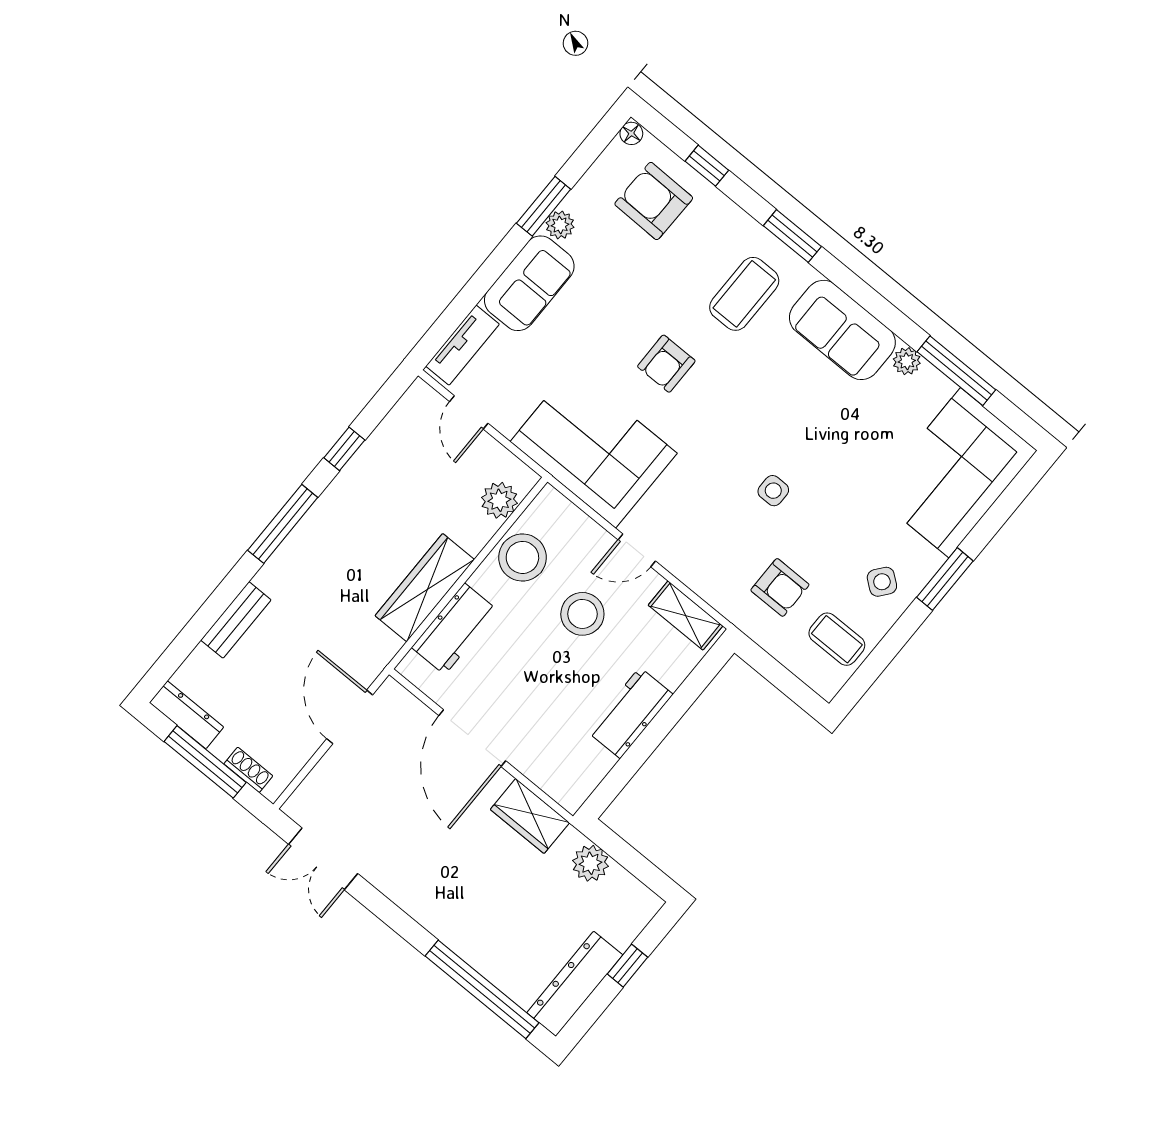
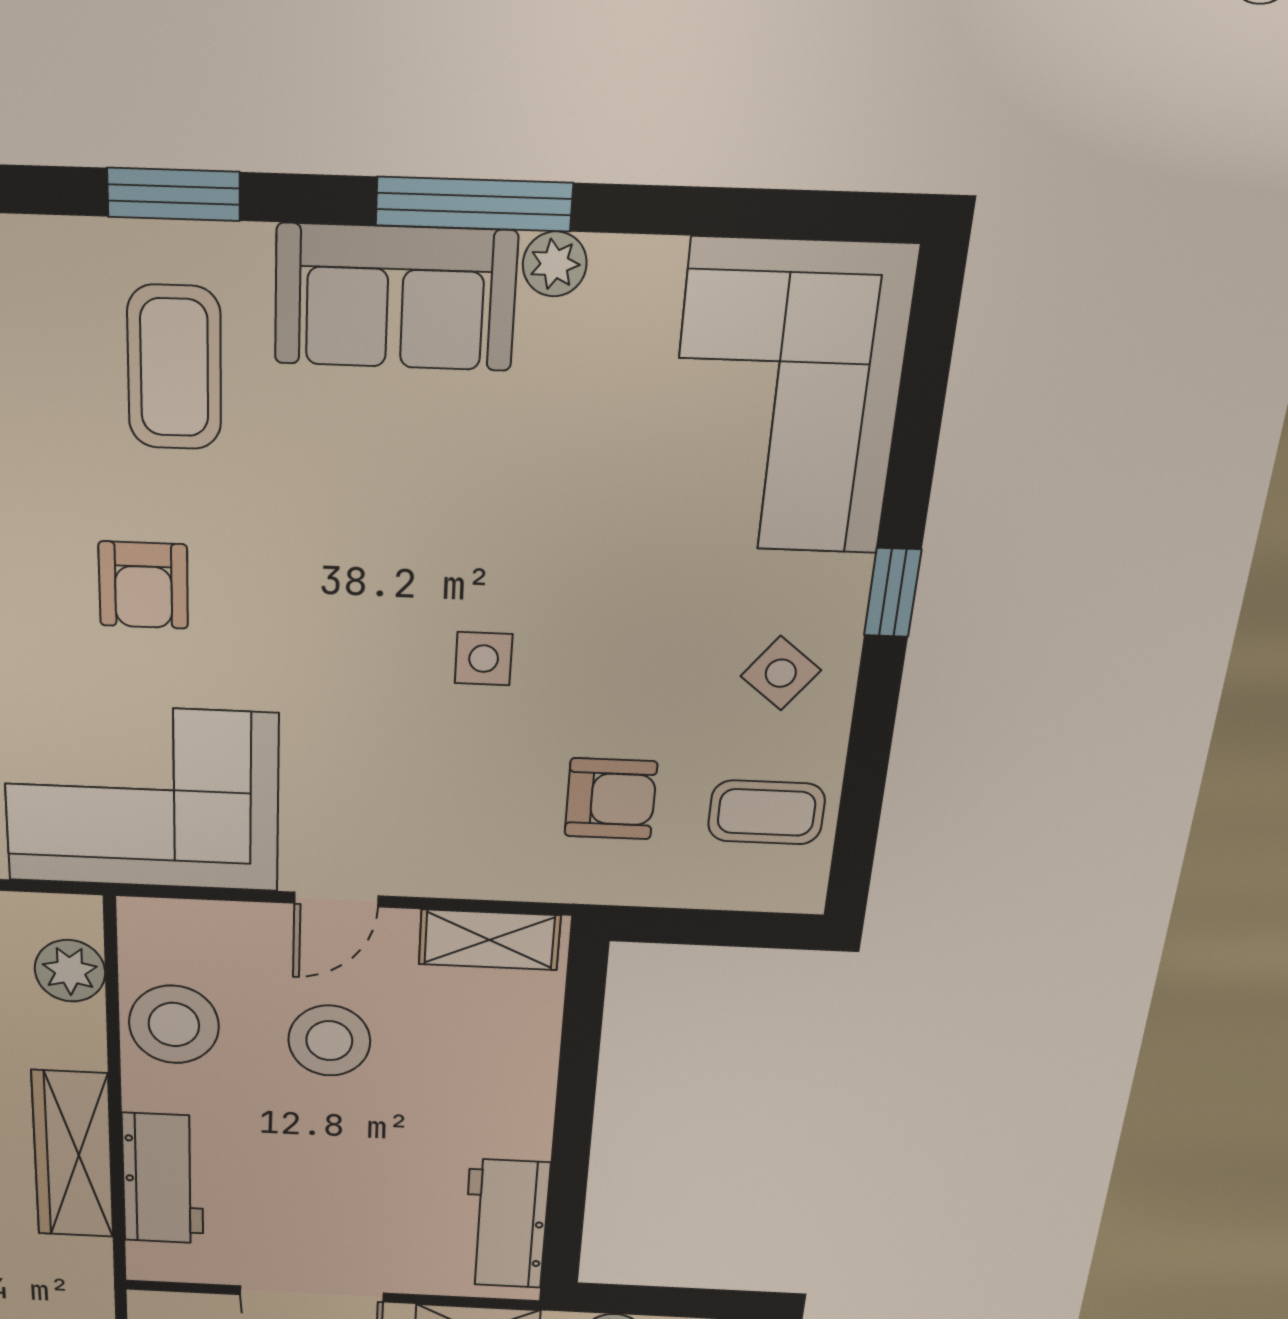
window: (956, 371) -> (474, 204), moved
window: (945, 579) -> (893, 593), width x0.67
workbench: (630, 713) -> (506, 1224), moved

